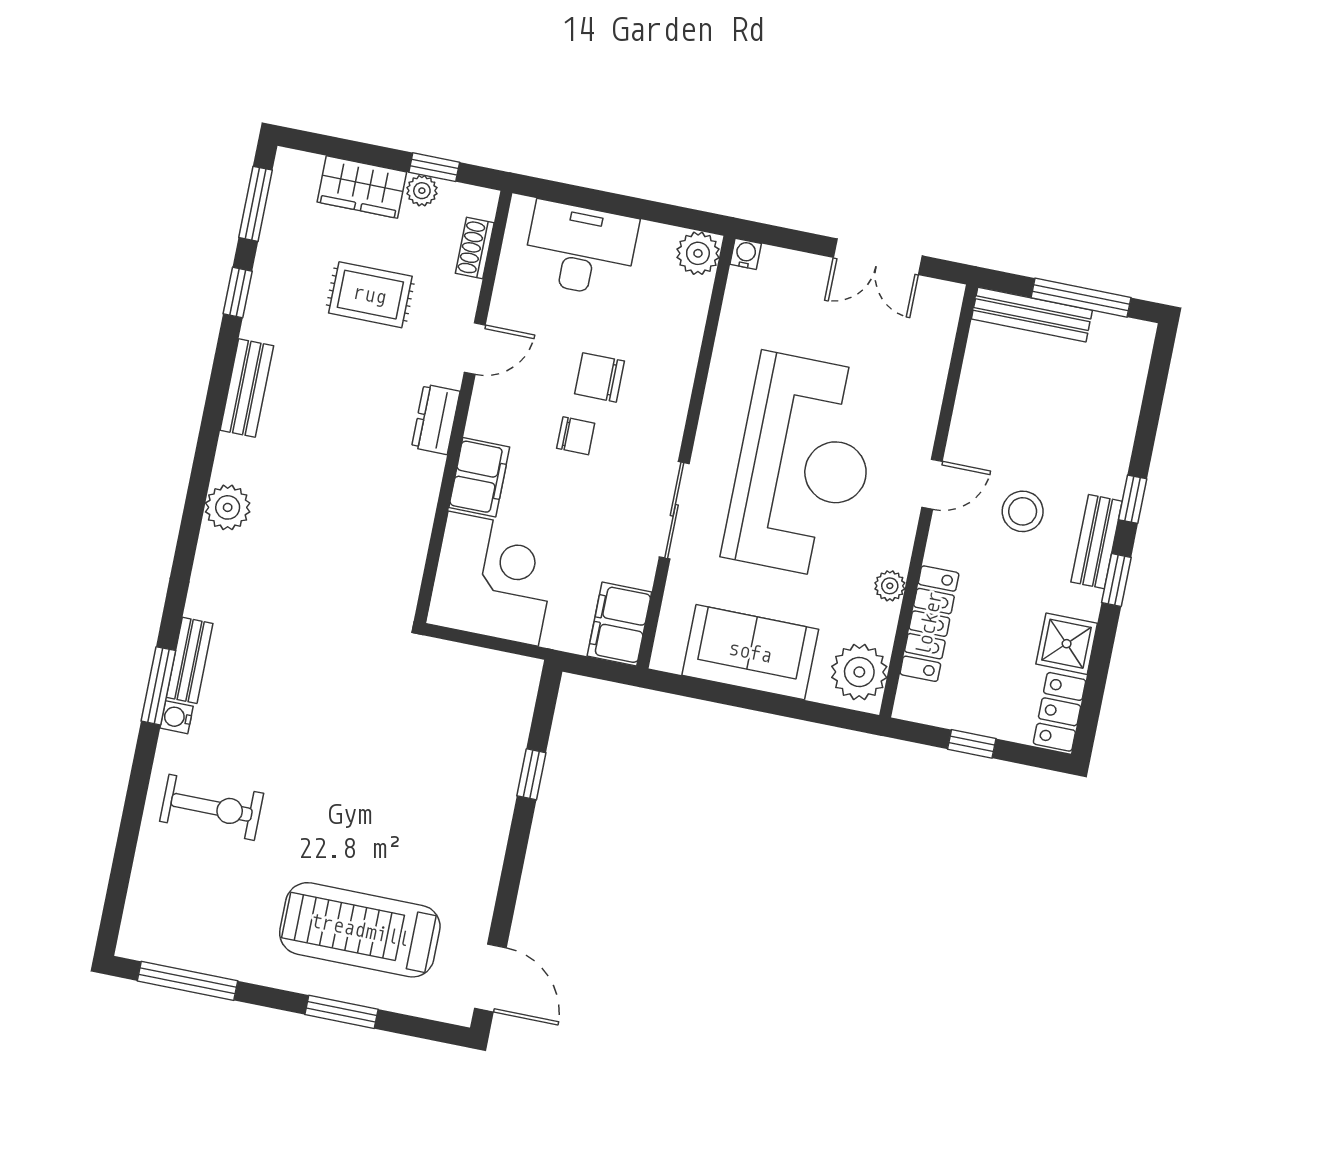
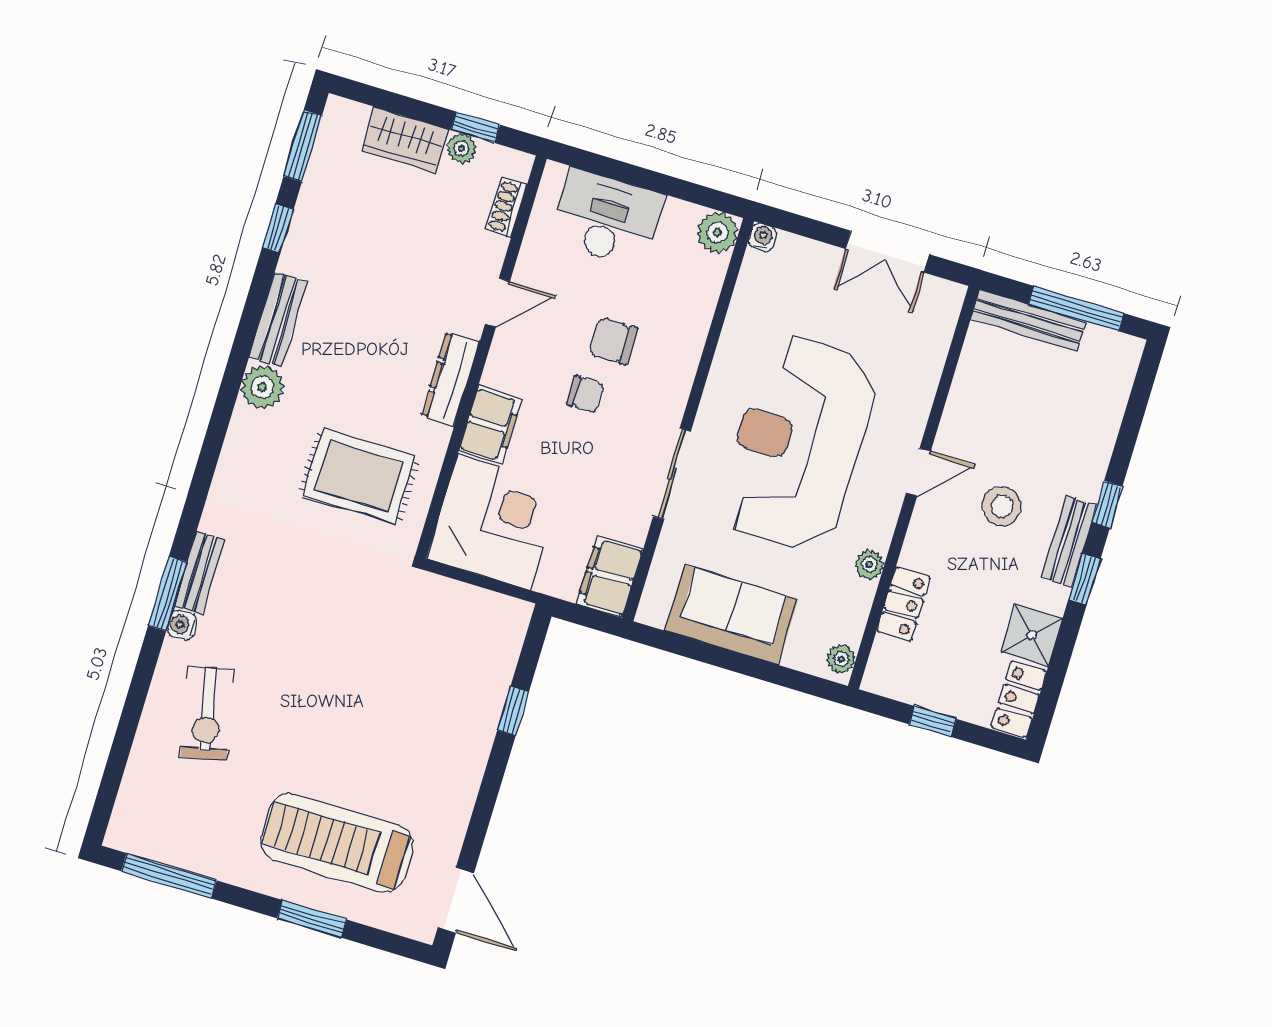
rug: (370, 295) -> (359, 476), moved, width x1.36, depth x1.43
dresser: (436, 419) -> (450, 379), width x1.44
reception desk: (803, 466) -> (798, 443), turned 180
plant: (228, 507) -> (262, 387), moved
locker: (929, 624) -> (904, 604), width x0.66
plant: (859, 672) -> (841, 659), width x0.53, depth x0.53
exercise bike: (212, 807) -> (207, 714), turned 78

